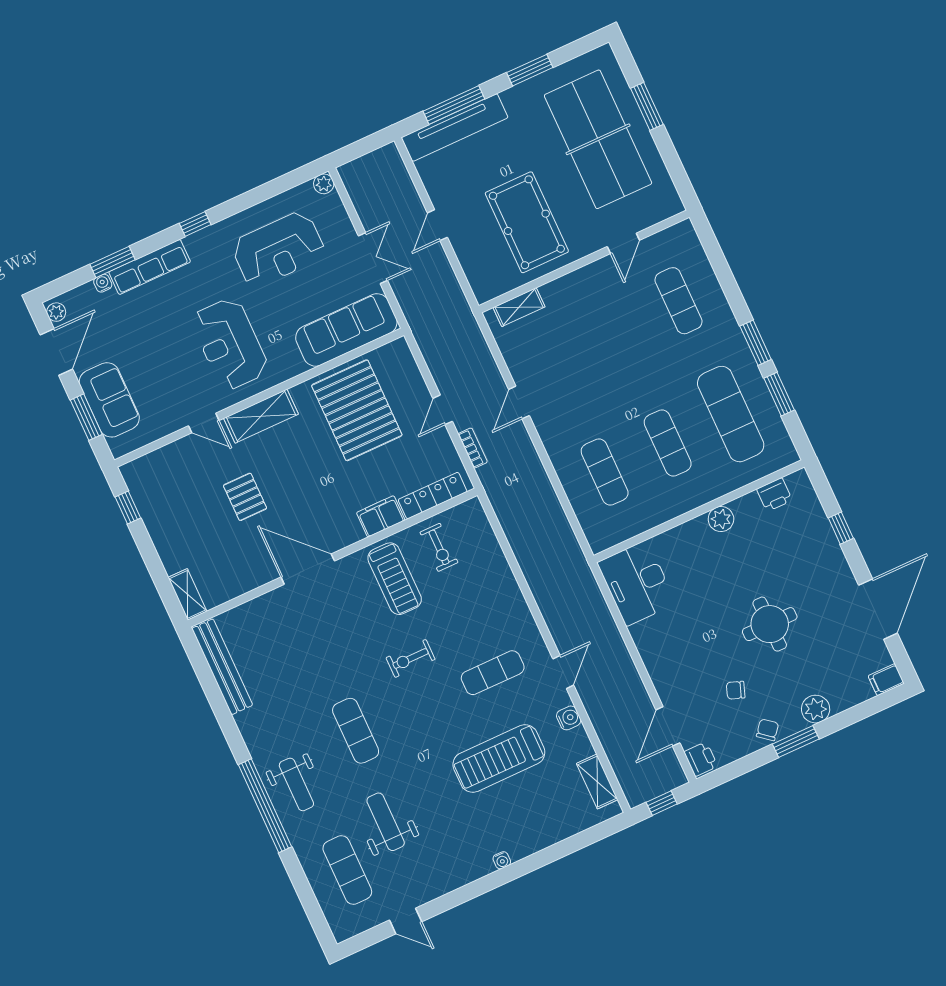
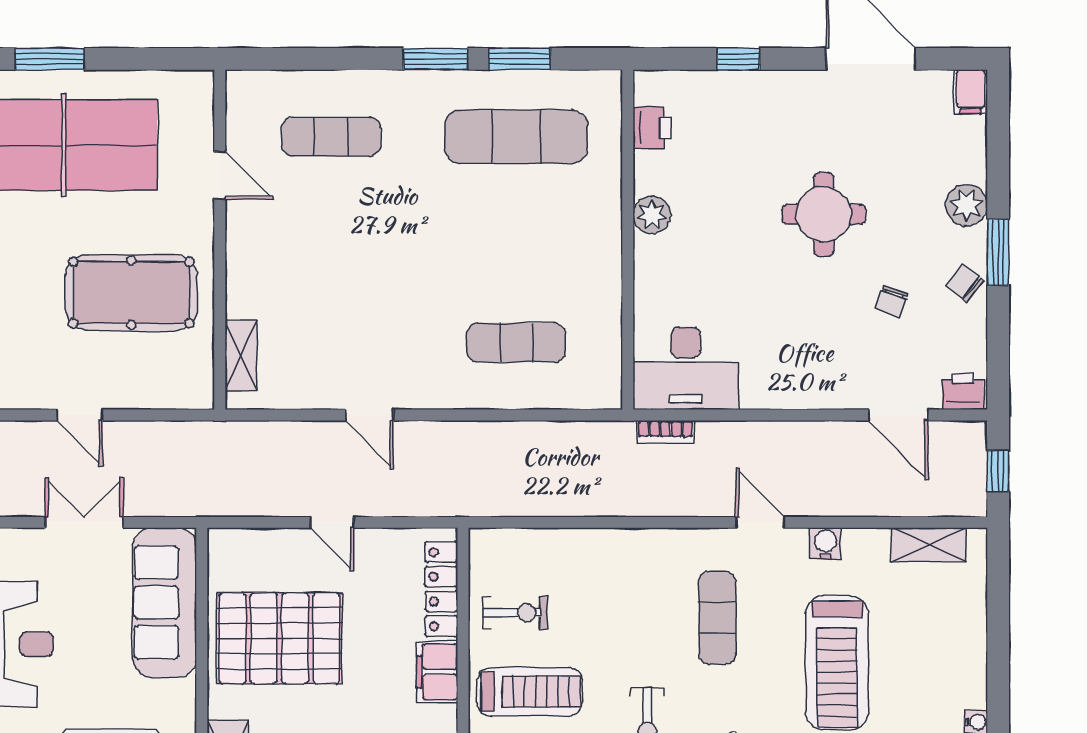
exercise mat: (668, 443) -> (516, 240), removed
bookcase: (473, 448) -> (666, 432), moved, turned 180

